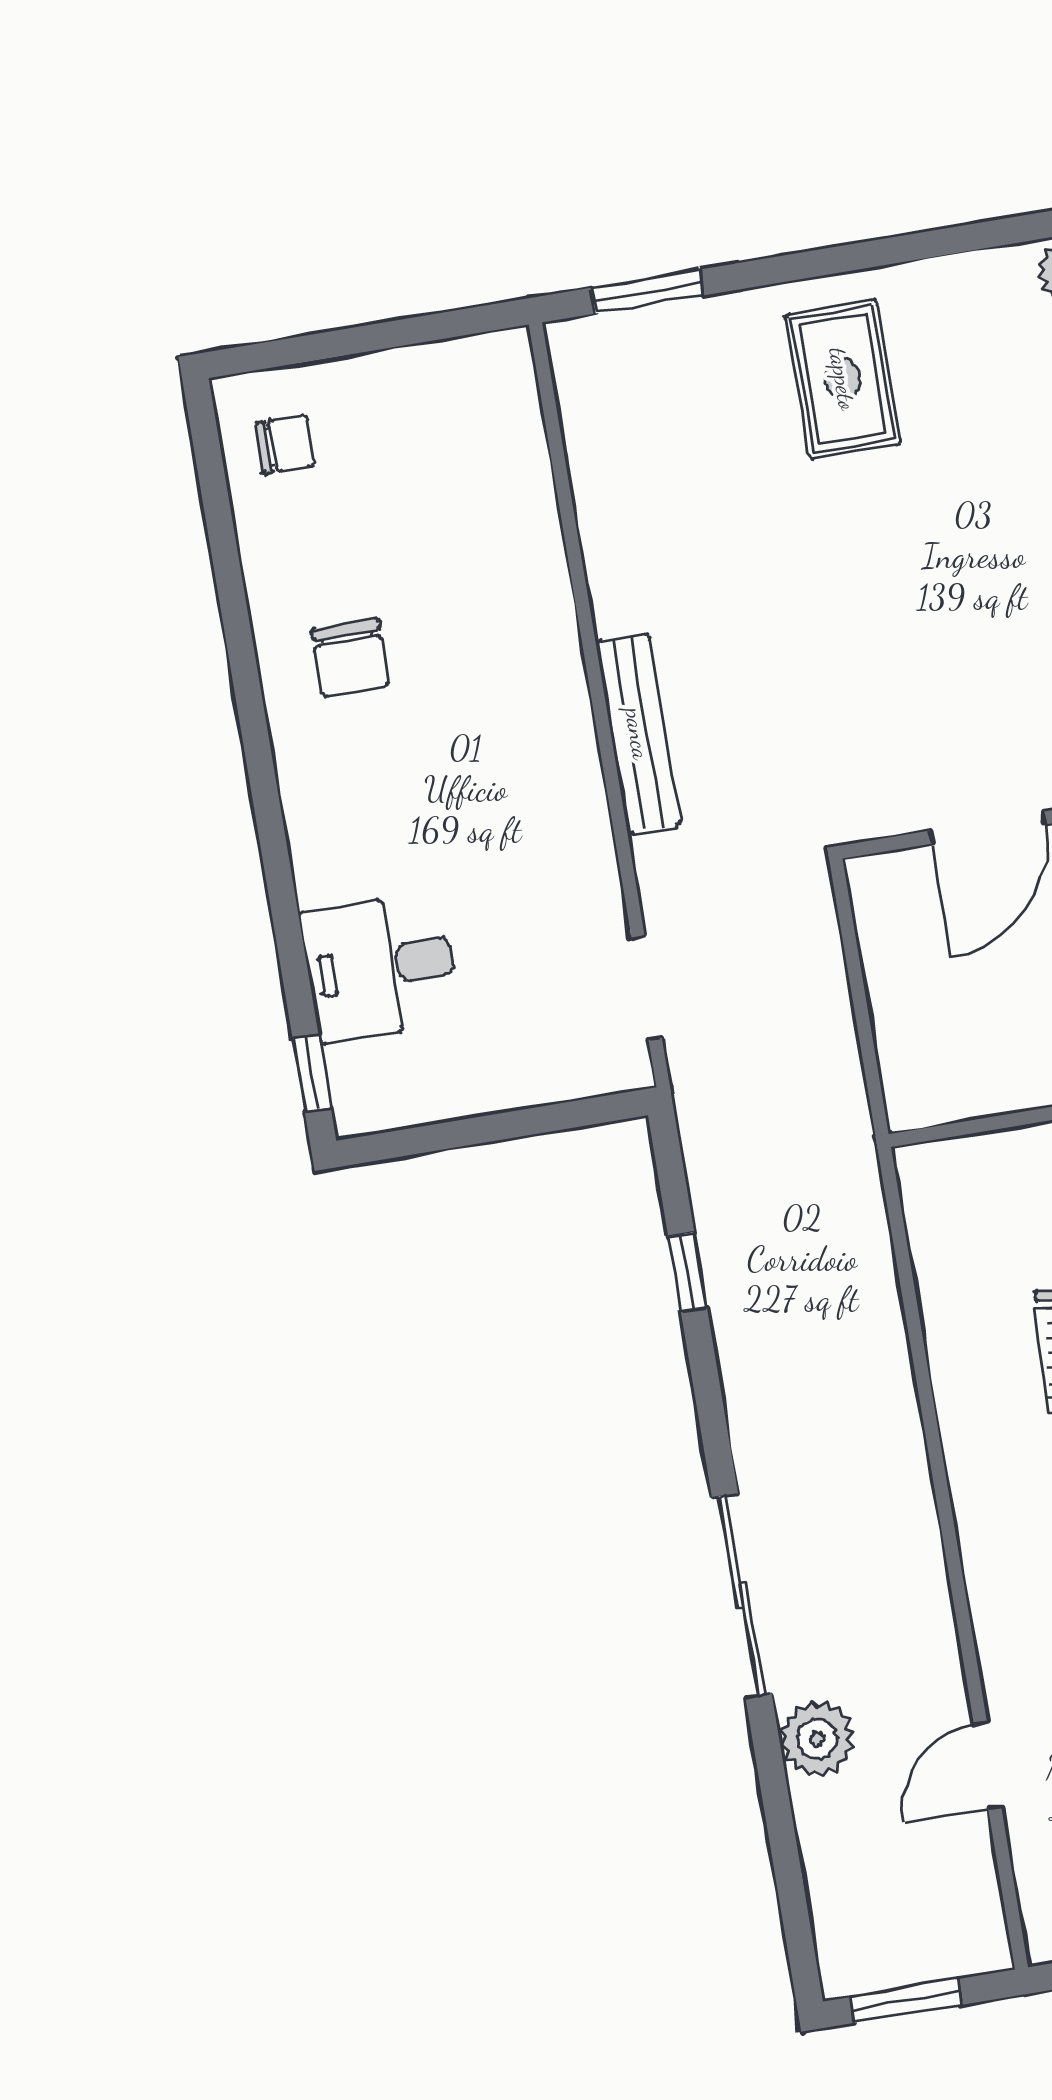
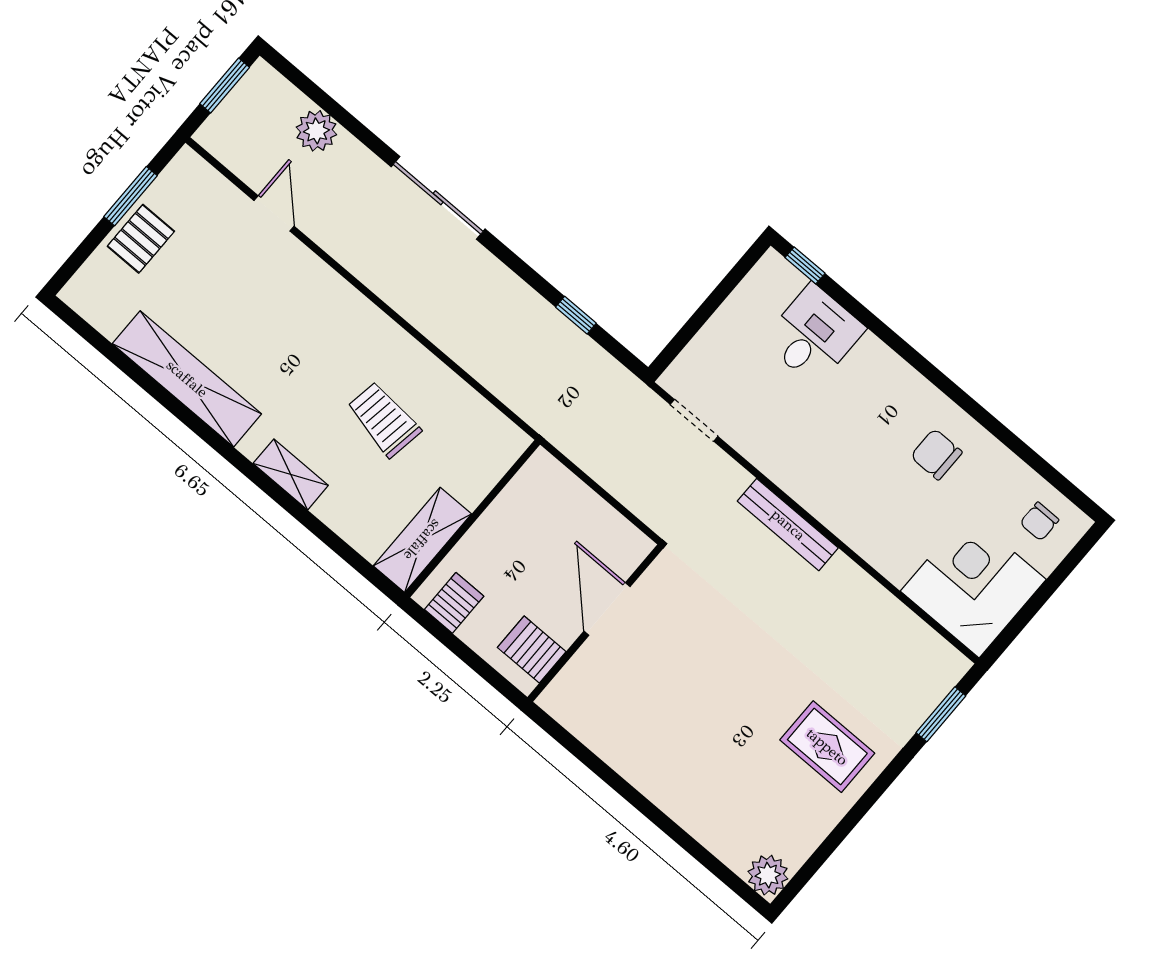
corner desk: (452, 433) -> (973, 585), added
plant: (817, 1739) -> (316, 131), moved

